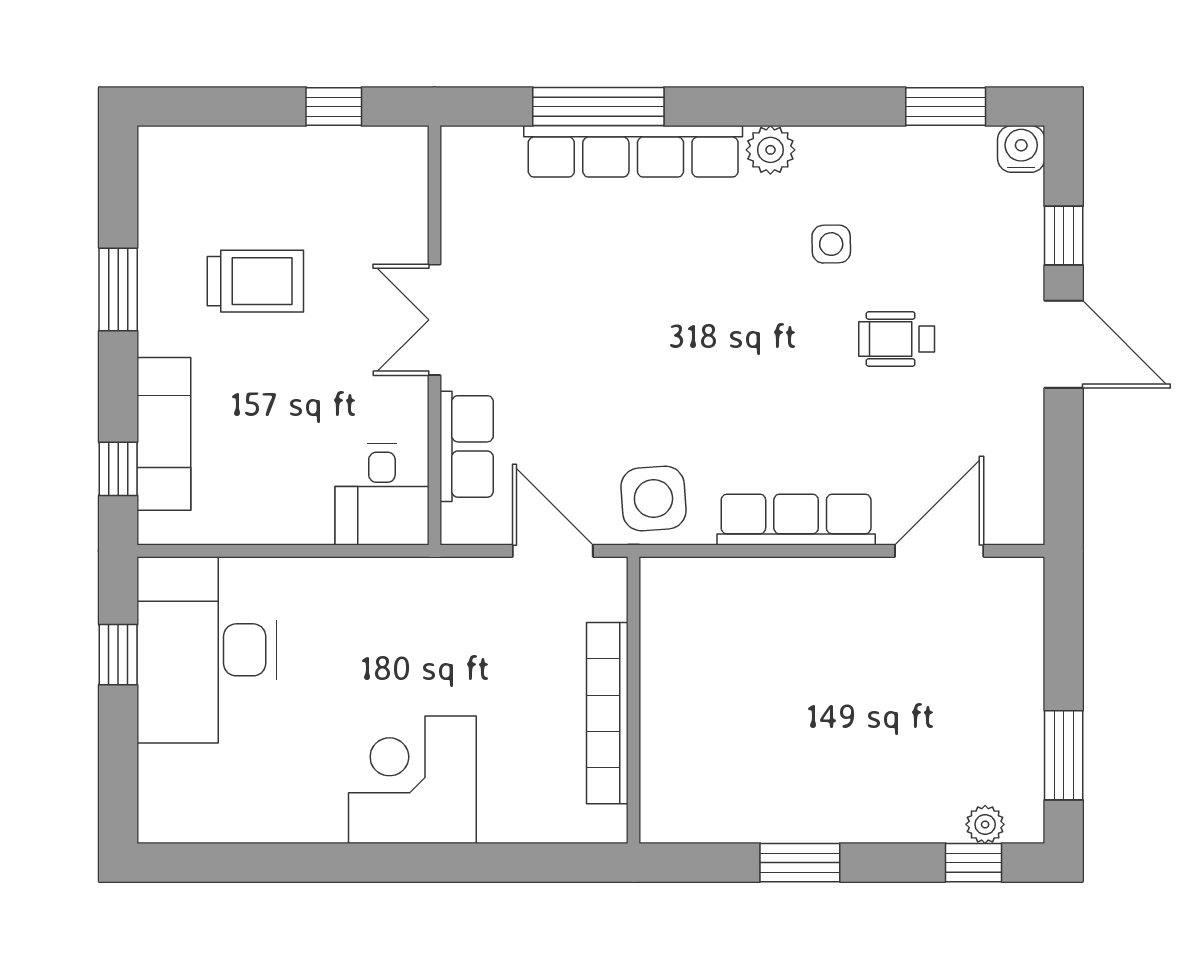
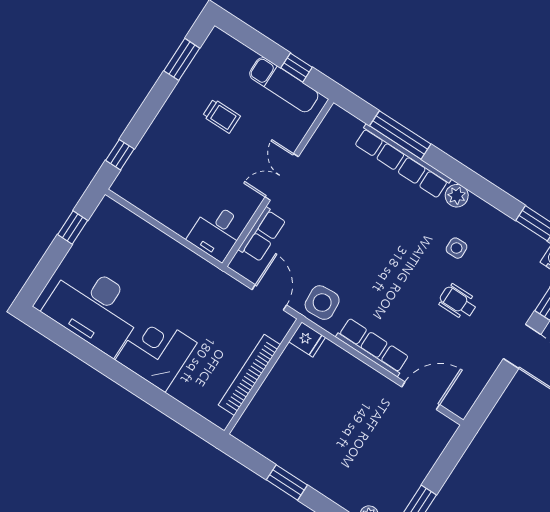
trolley: (255, 281) -> (221, 116), width x0.73, depth x0.72
window: (118, 289) -> (182, 59), moved
exam couch: (164, 434) -> (284, 85), moved, turned 90
fridge: (670, 582) -> (307, 339), added
desk: (207, 650) -> (95, 308), moved, turned -90

